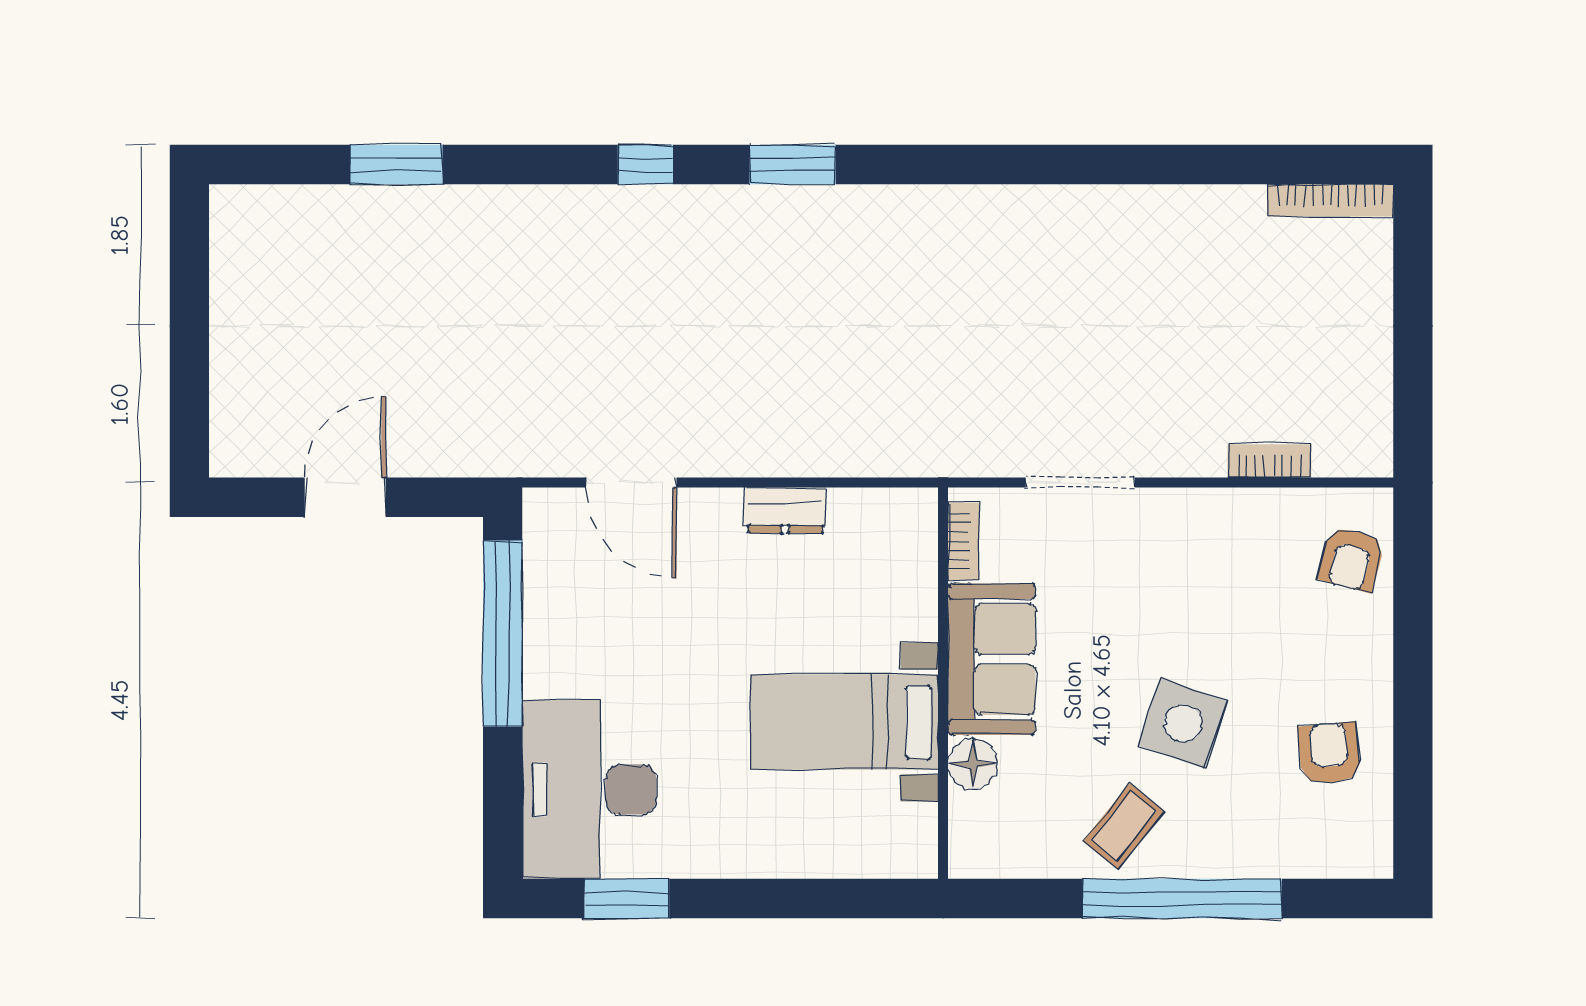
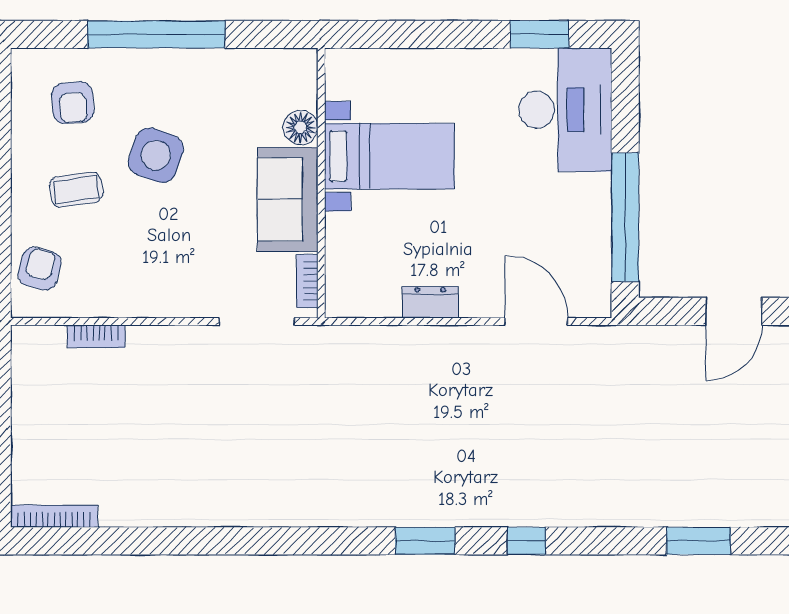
doorway: (1080, 483) -> (257, 321), moved
armchair: (1329, 753) -> (73, 103), moved
coffee table: (1124, 826) -> (76, 190), moved, turned 43

